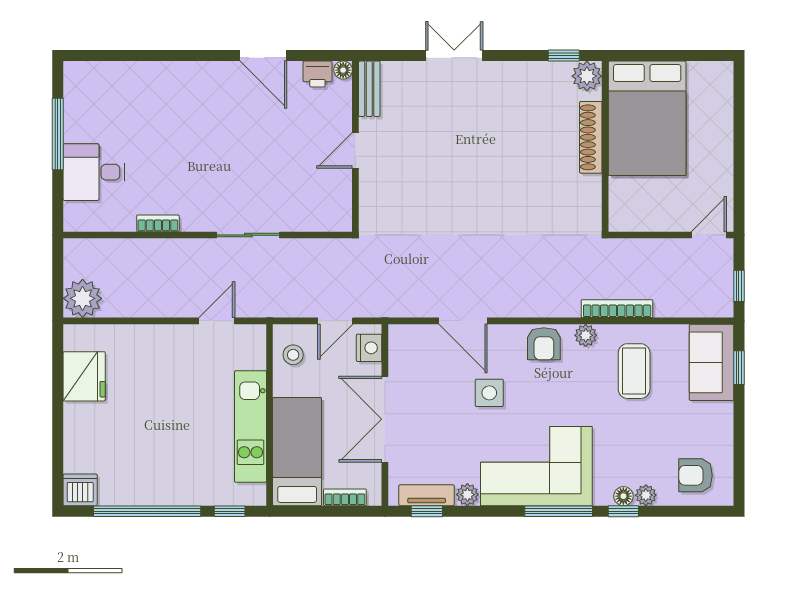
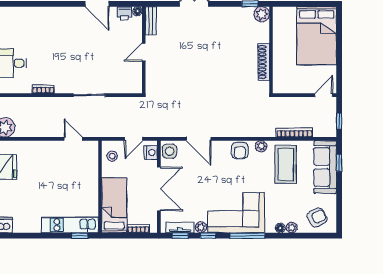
bed: (647, 118) -> (317, 36), moved
shoe rack: (591, 137) -> (264, 62), moved
bookcase: (617, 309) -> (294, 133), moved
door: (217, 321) -> (73, 139), hinge flipped
sofa: (712, 362) -> (325, 167), width x1.36
coffee table: (634, 371) -> (286, 164), width x1.36, depth x1.32
side table: (489, 393) -> (170, 151), moved
double door: (385, 419) -> (159, 189), swing flipped
kitchen unit: (250, 427) -> (70, 225), moved, turned 90
armchair: (696, 475) -> (317, 217), turned 153
window: (147, 511) -> (38, 236), removed
window: (623, 511) -> (208, 236), moved

